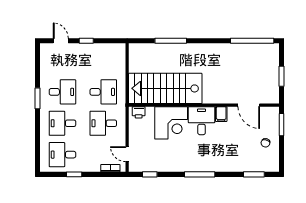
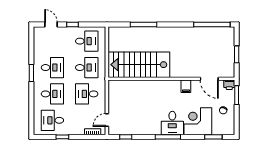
desk: (103, 61) -> (87, 41), added
printer: (139, 112) -> (229, 85), moved
desk: (202, 121) -> (172, 123), moved, turned 180
desk: (62, 123) -> (52, 94), turned 180
corner desk: (171, 123) -> (198, 121), moved, turned 180
door: (127, 154) -> (107, 120), hinge flipped

